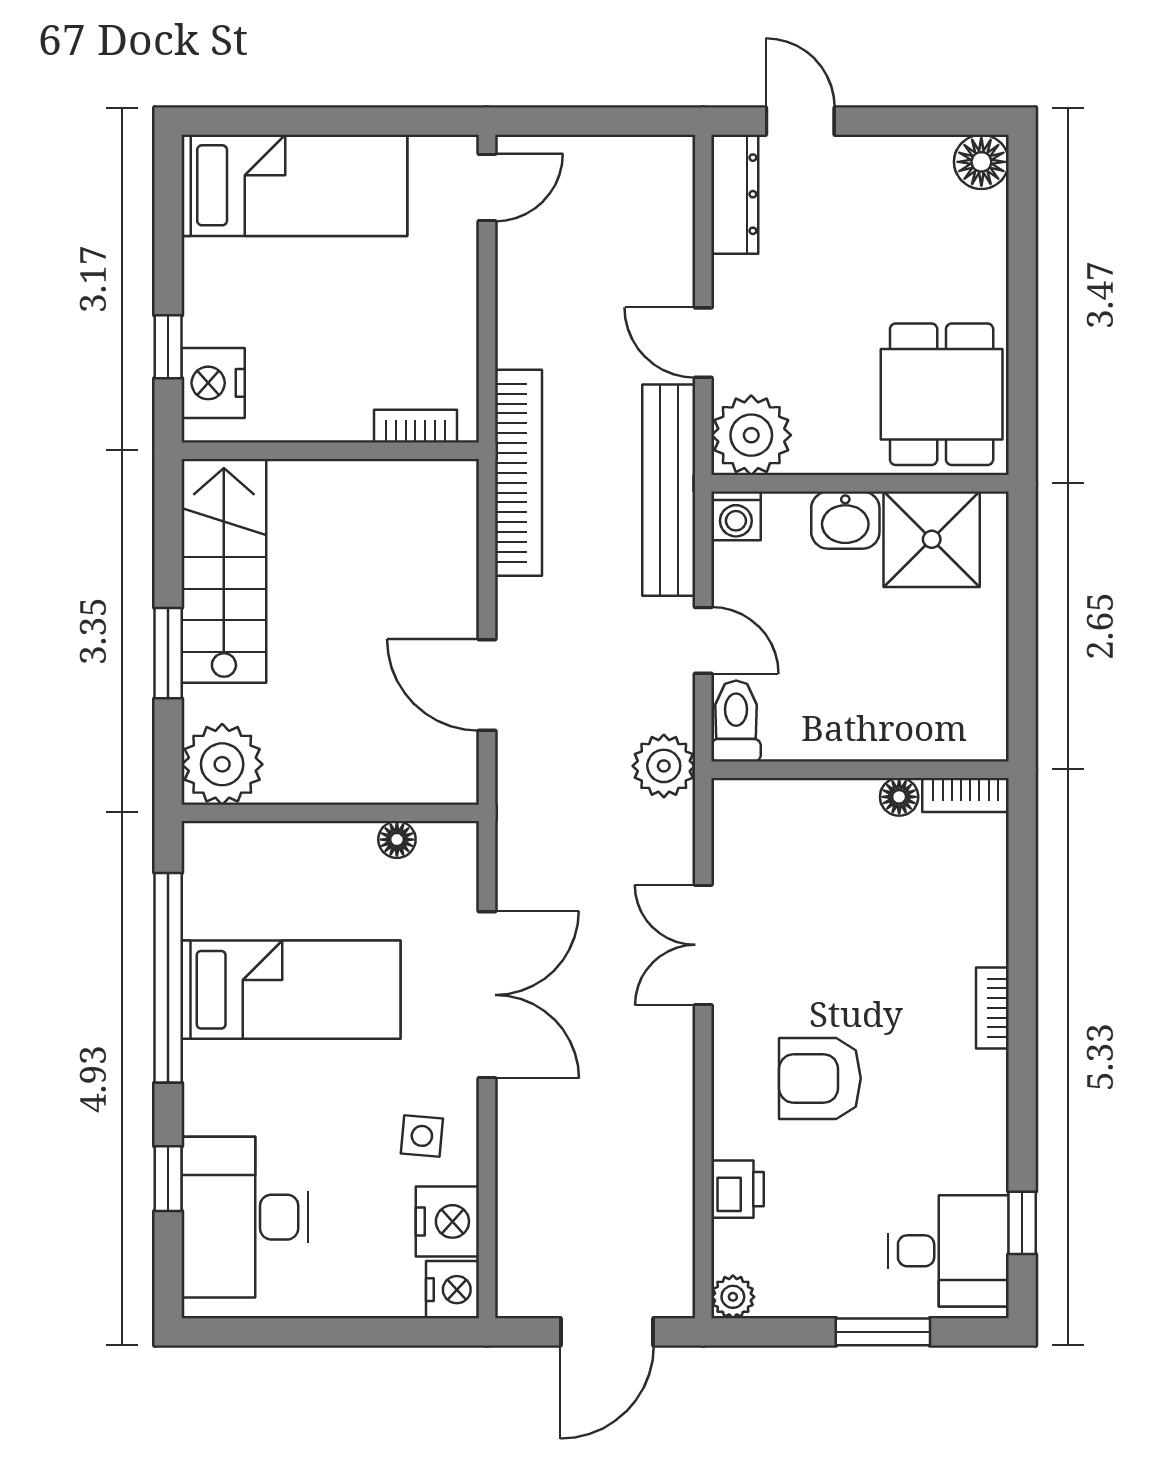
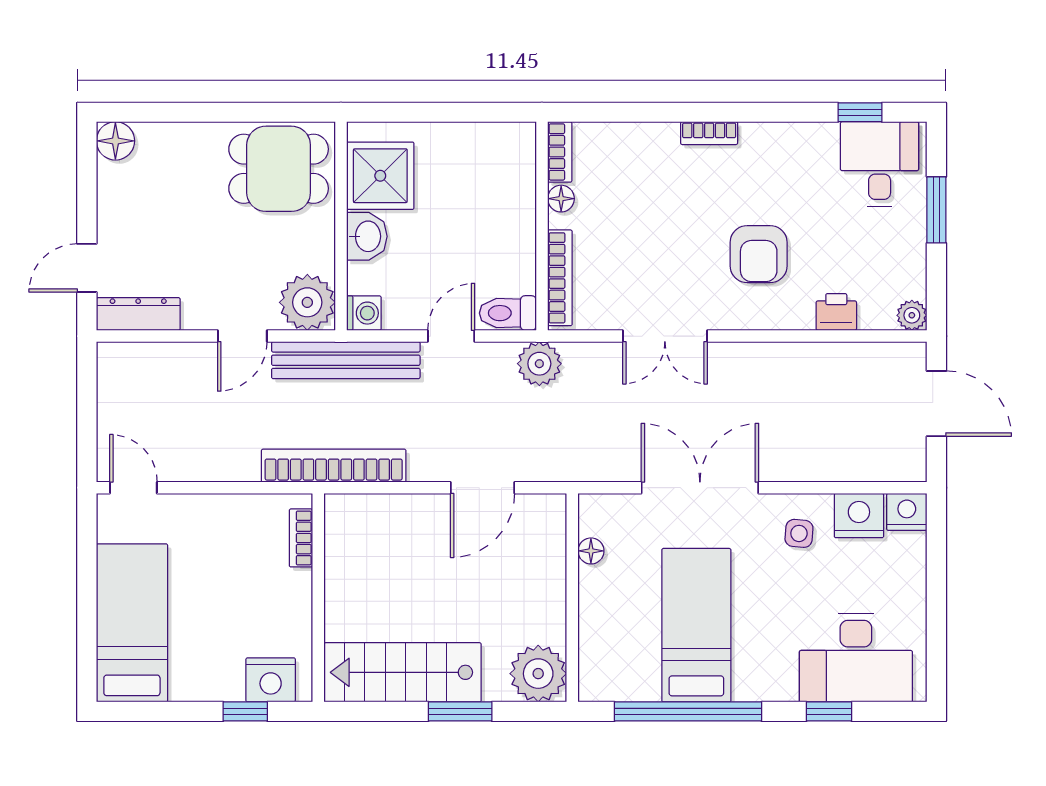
bookcase: (786, 795) -> (560, 278), added

